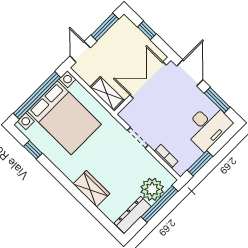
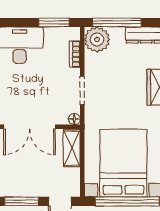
floor lamp: (124, 114) -> (74, 119), added
plant: (152, 189) -> (97, 39), moved

